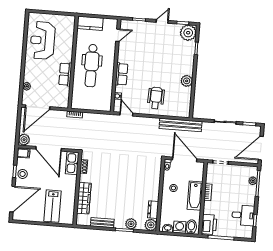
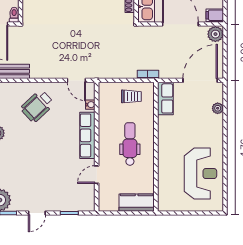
door: (118, 35) -> (97, 175), moved
dental chair: (92, 66) -> (130, 144), width x0.73, depth x0.72
row of seats: (65, 74) -> (165, 98), moved
row of seats: (122, 74) -> (87, 135), width x1.48
wheelchair: (156, 98) -> (37, 106), turned 45
trolley: (88, 100) -> (131, 96), added

